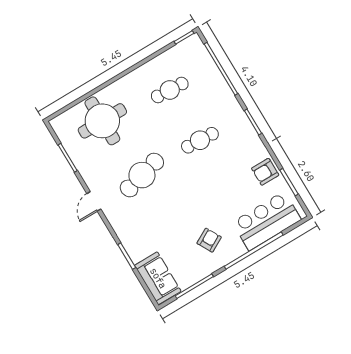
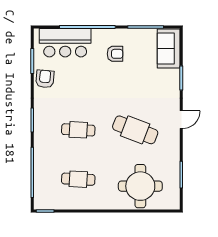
armchair: (265, 172) -> (45, 79), turned -85
cafe table: (142, 175) -> (135, 130), turned 36
door: (94, 201) -> (181, 120), moved
armchair: (209, 240) -> (115, 54), turned -151

